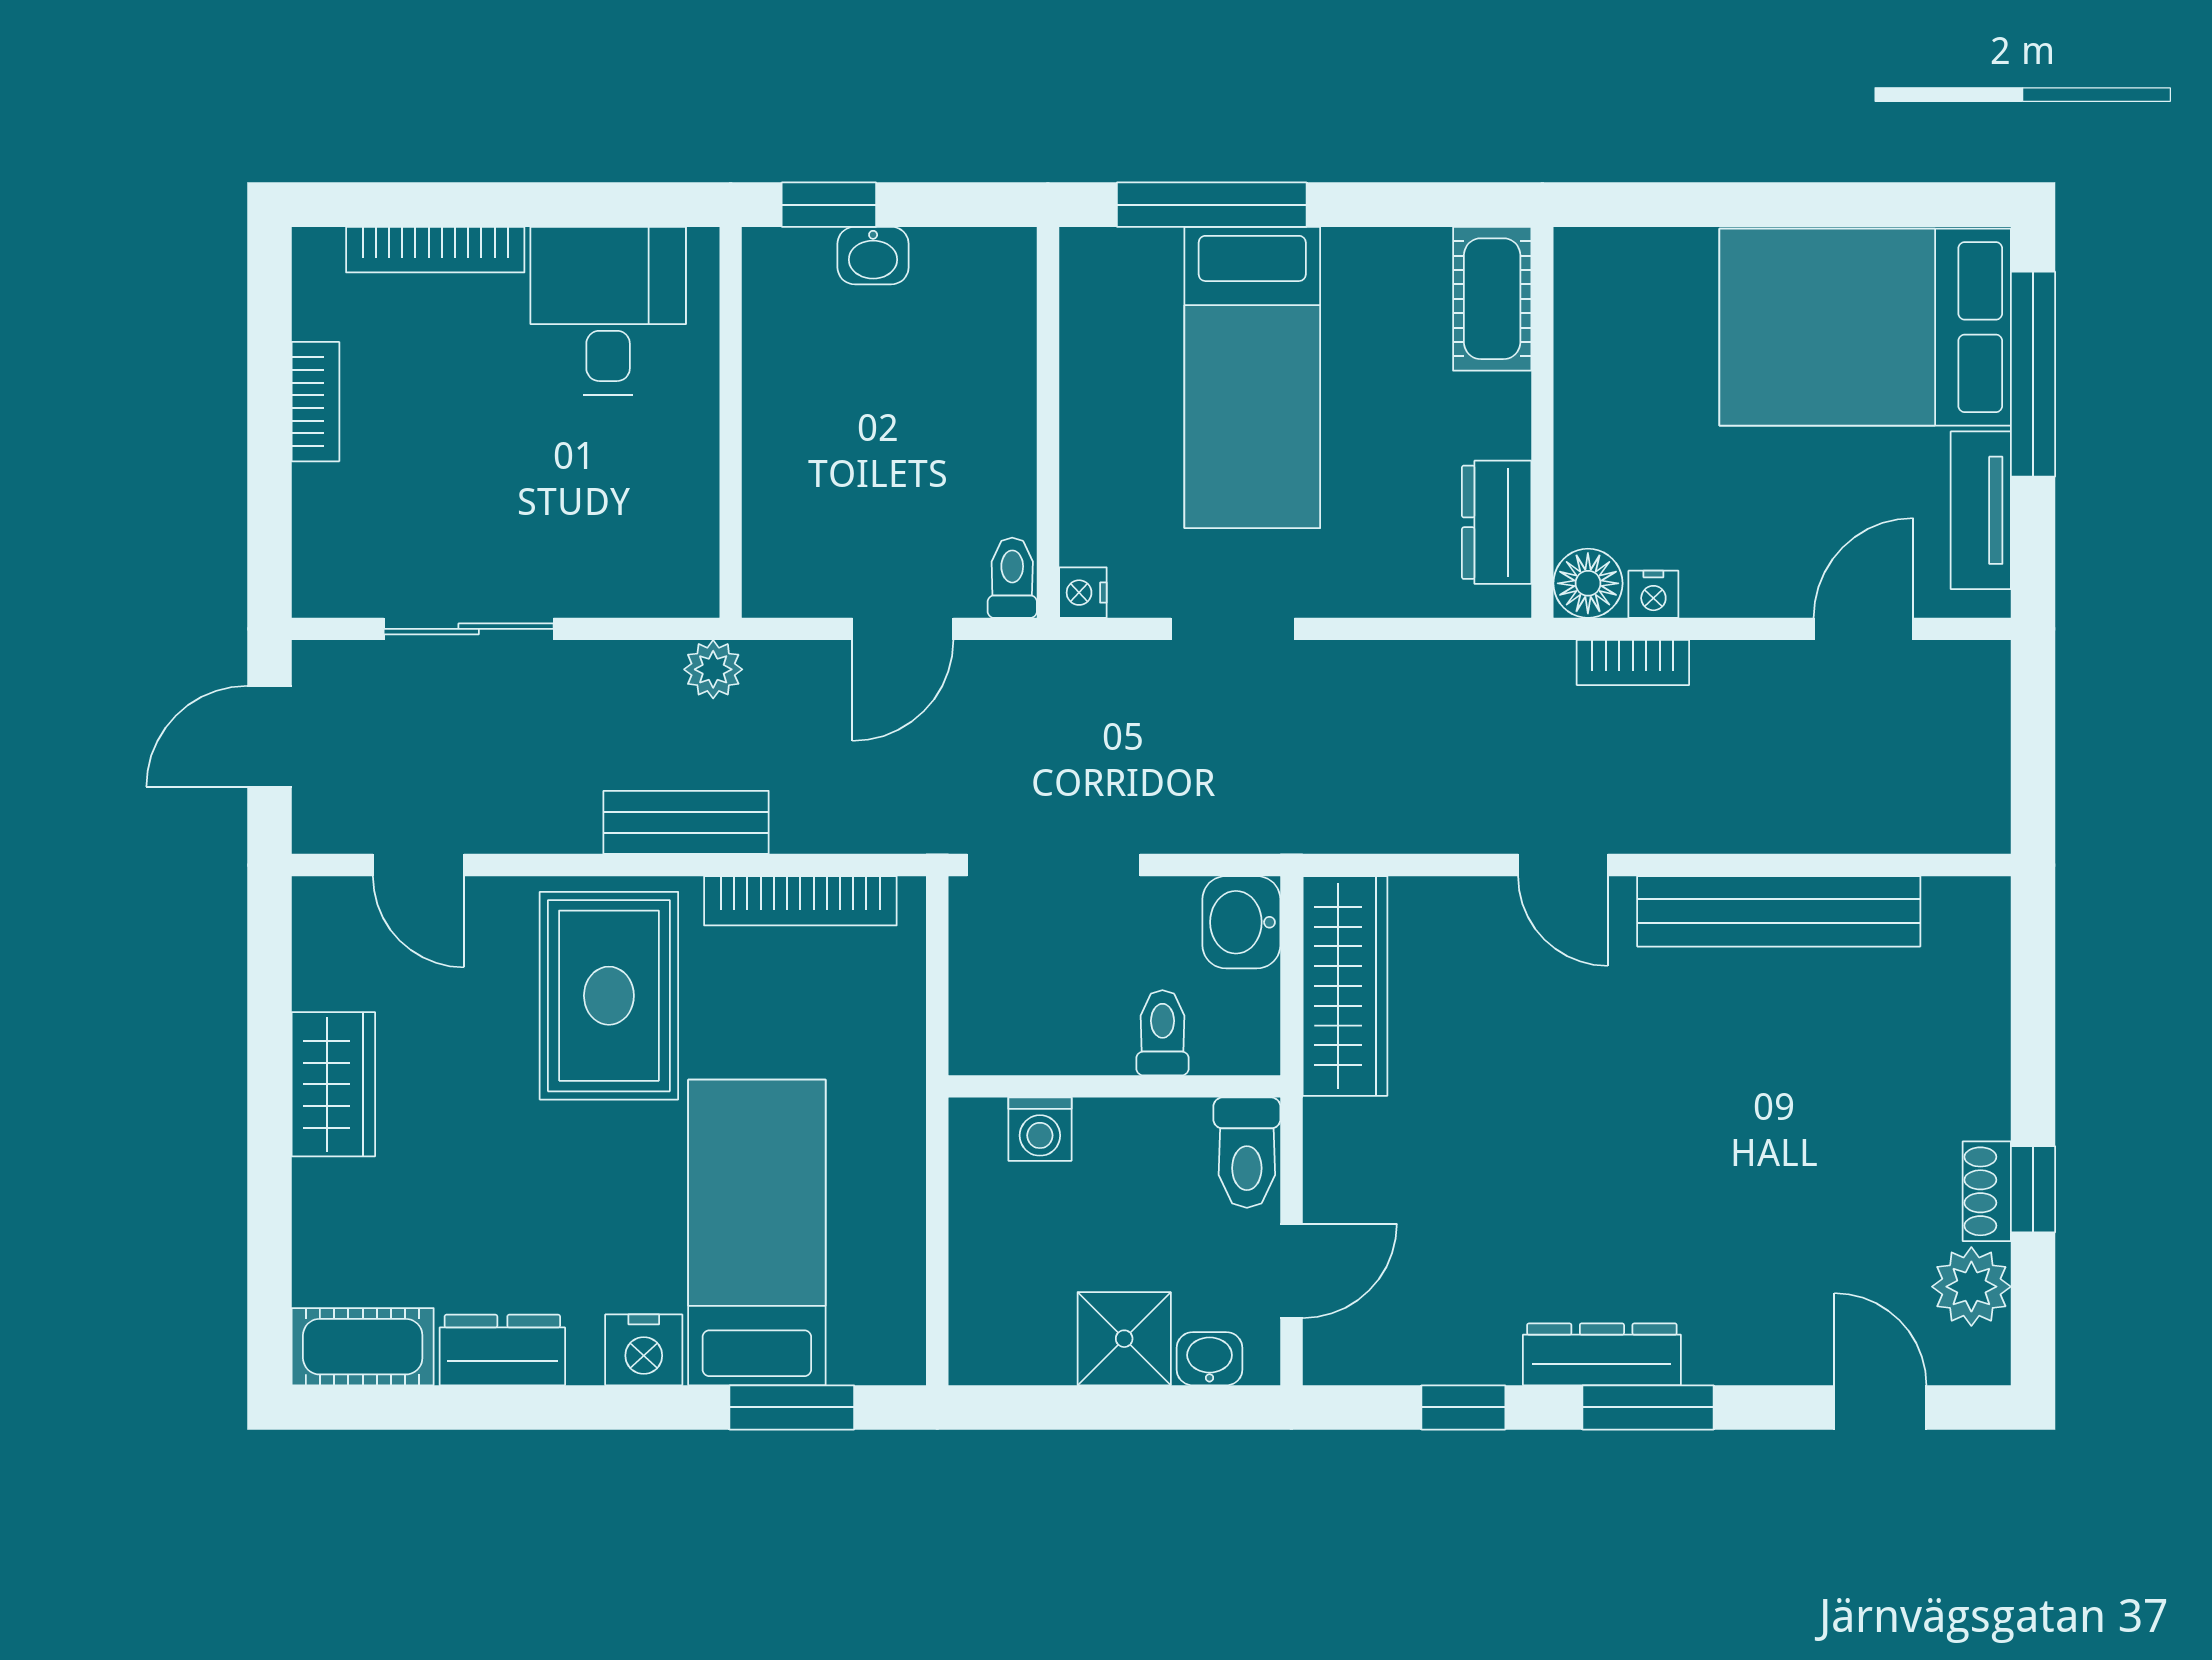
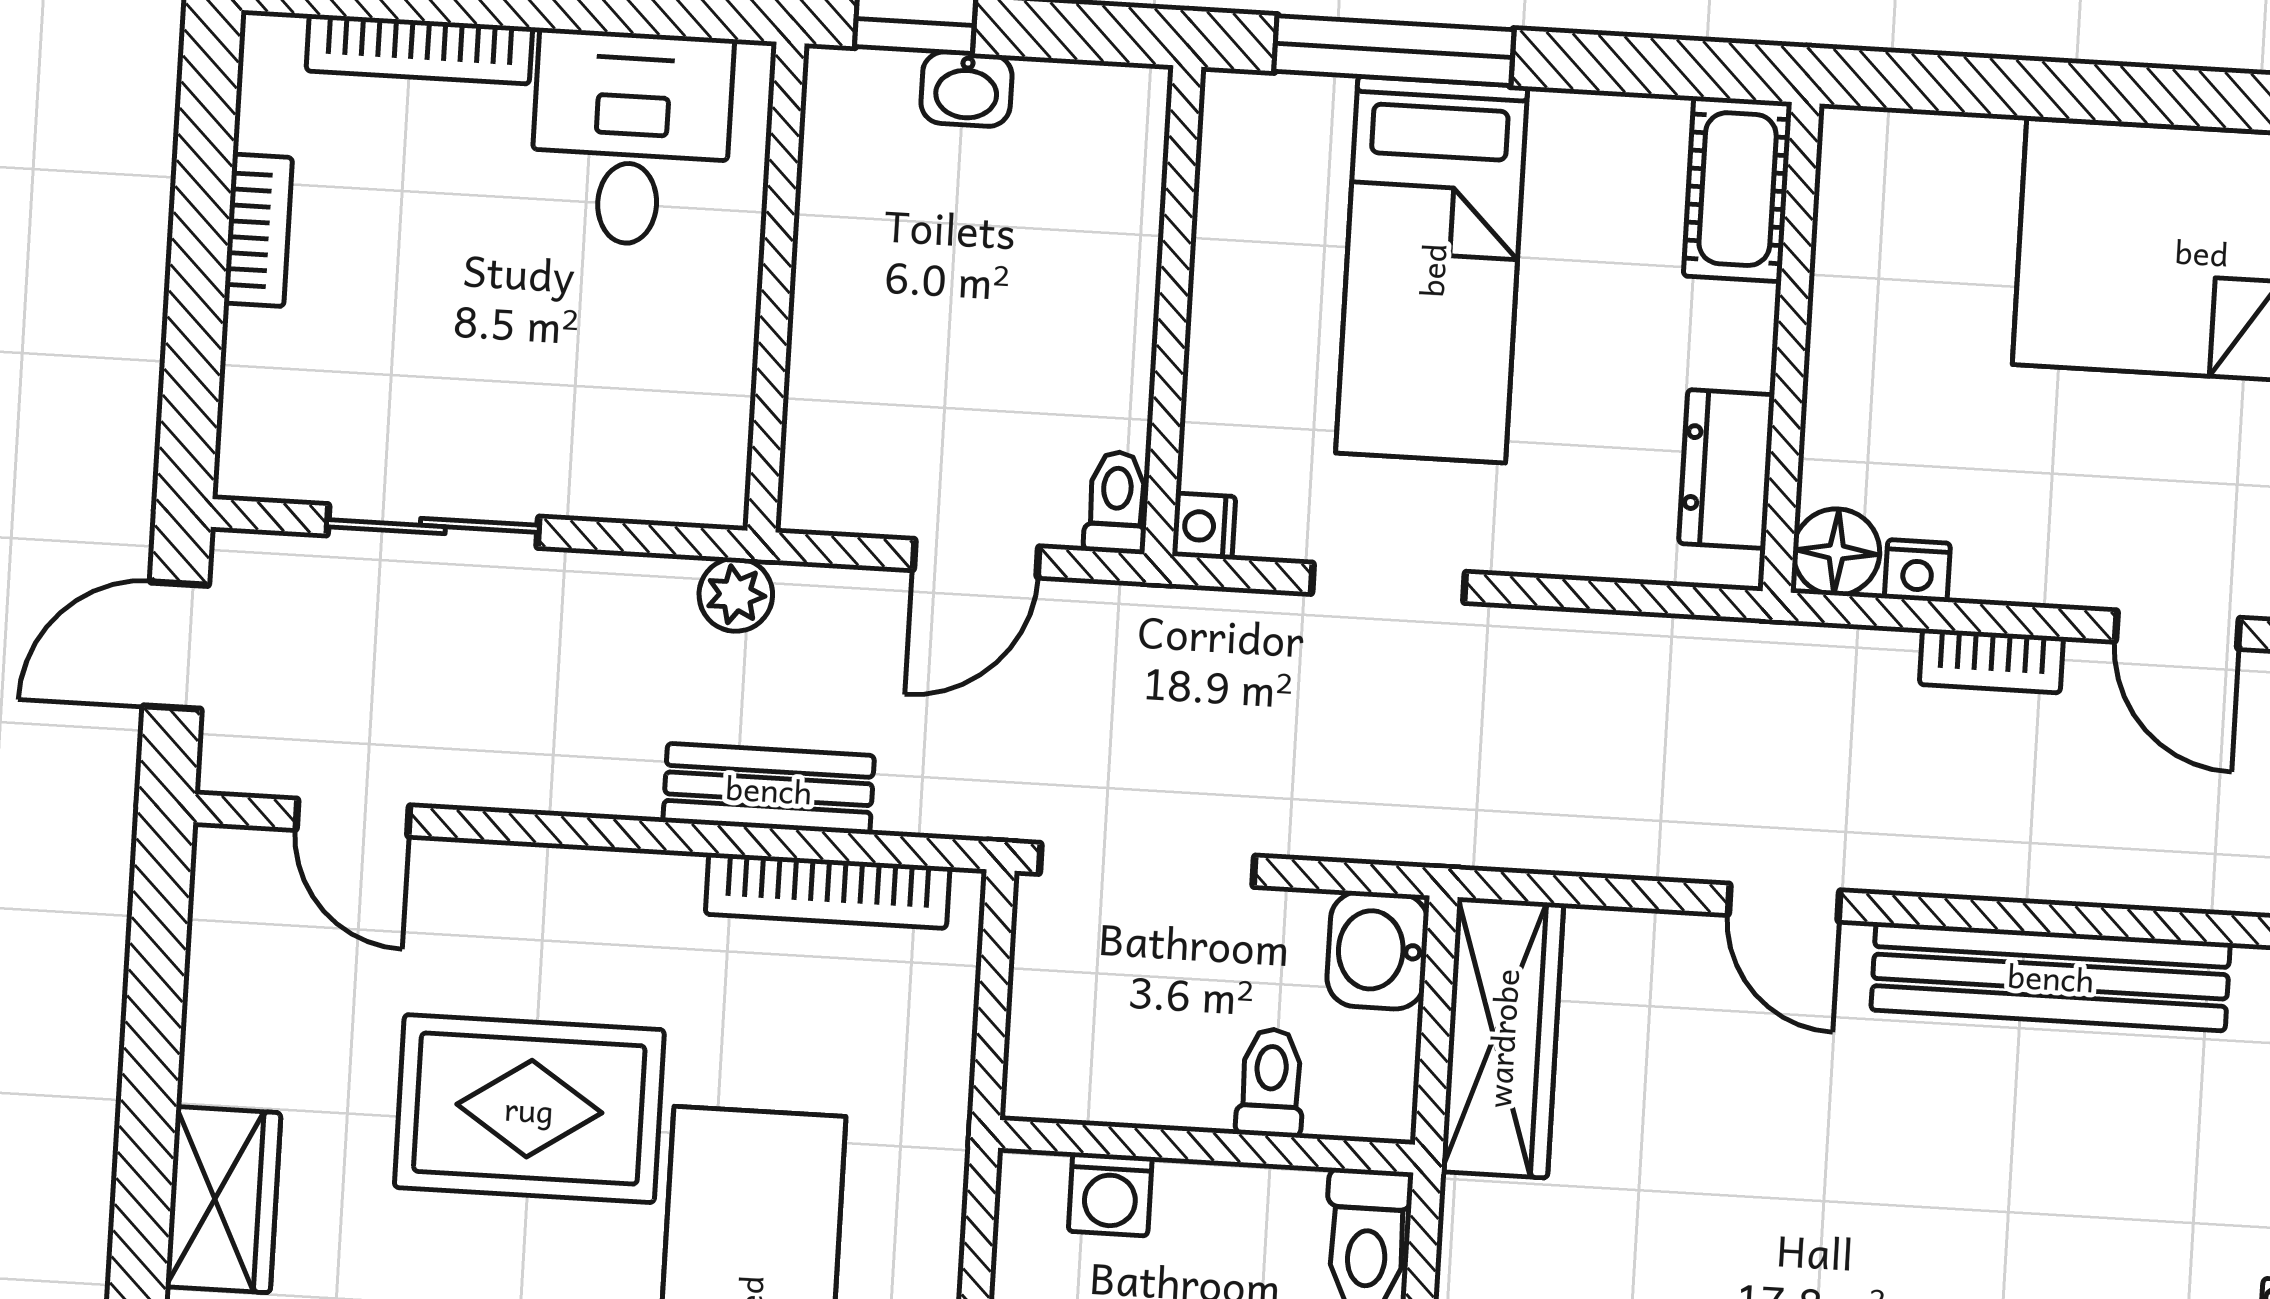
door: (1863, 629) -> (2177, 630), swing flipped
bookcase: (1633, 662) -> (1991, 661), moved
bench: (686, 822) -> (769, 789), moved
rug: (609, 996) -> (529, 1109), moved, turned 90
wardrobe: (333, 1084) -> (223, 1200), moved

